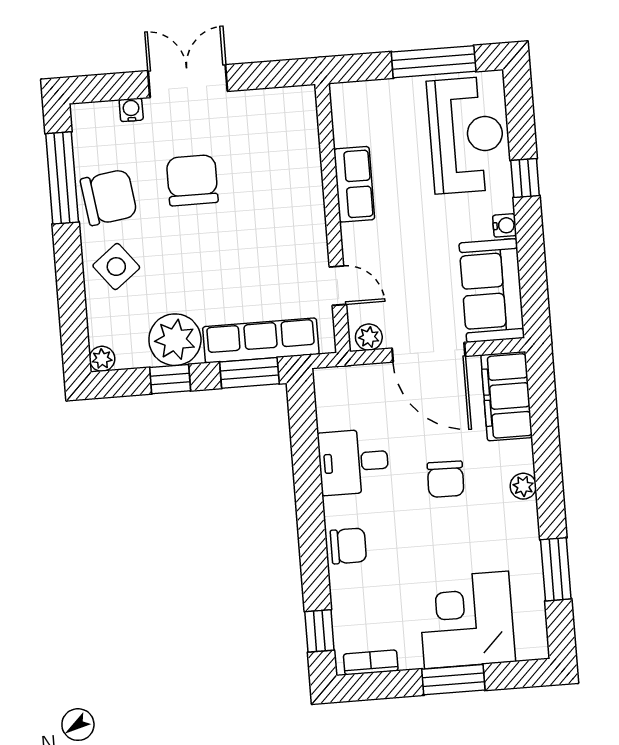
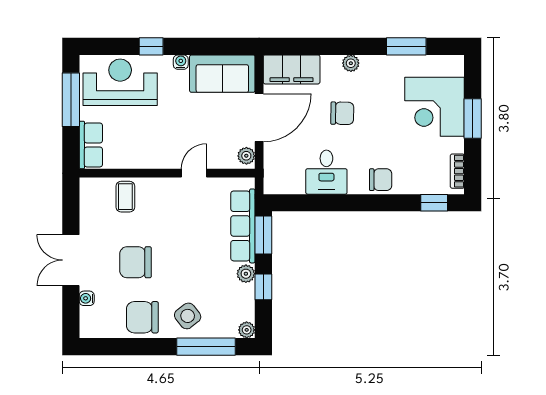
coffee table: (292, 157) -> (125, 197), added
window: (62, 178) -> (206, 347), moved
row of seats: (354, 184) -> (91, 145), moved, turned 90
chair: (109, 197) -> (142, 317), turned -82
door: (338, 286) -> (194, 173), moved
plant: (175, 340) -> (246, 274), width x0.53, depth x0.53
chair: (348, 546) -> (381, 180), turned 90

